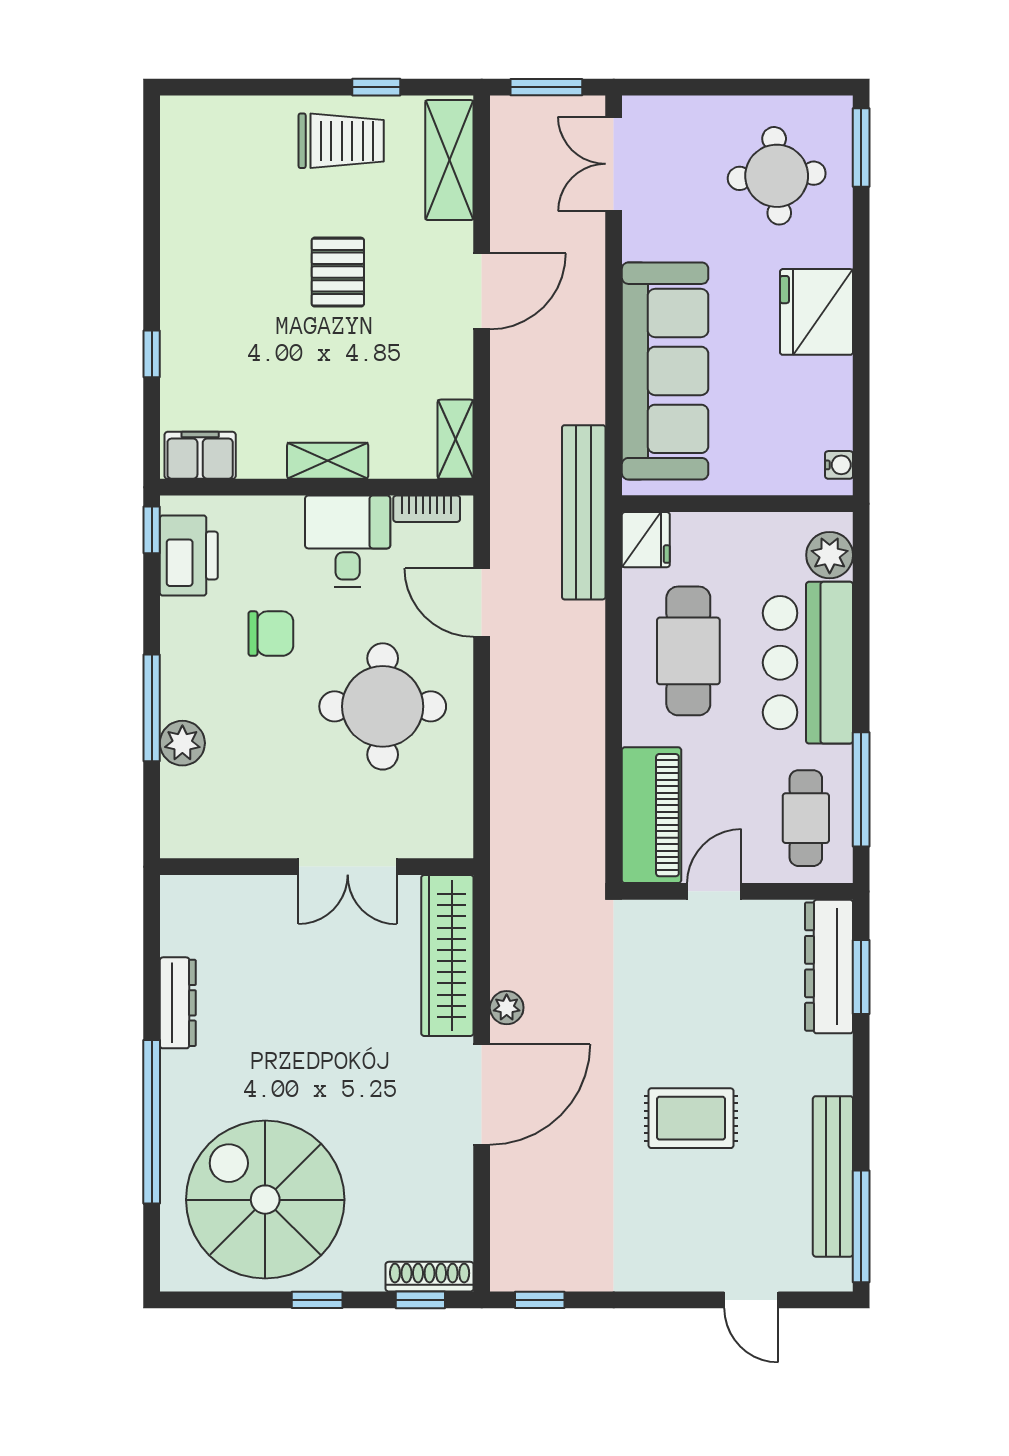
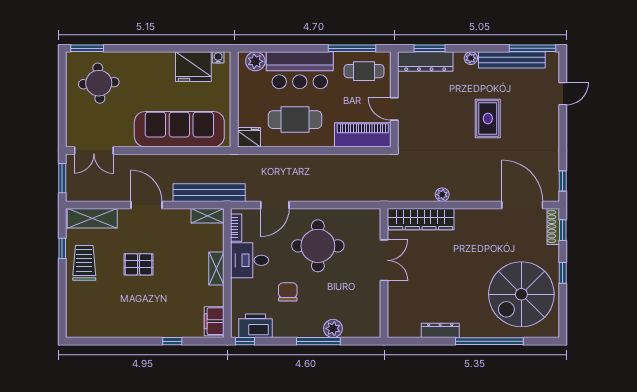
fridge: (816, 312) -> (193, 67), moved
bench: (584, 512) -> (209, 193), moved
plant: (837, 1077) -> (471, 58), added
door: (482, 1094) -> (522, 205), moved

